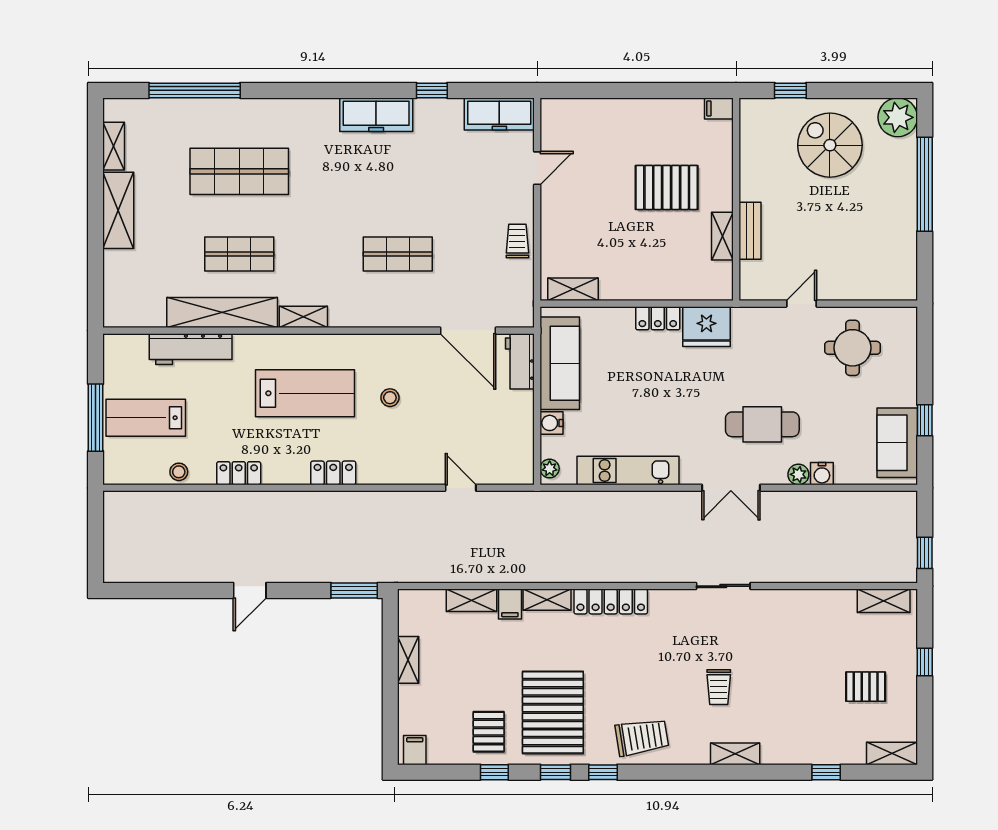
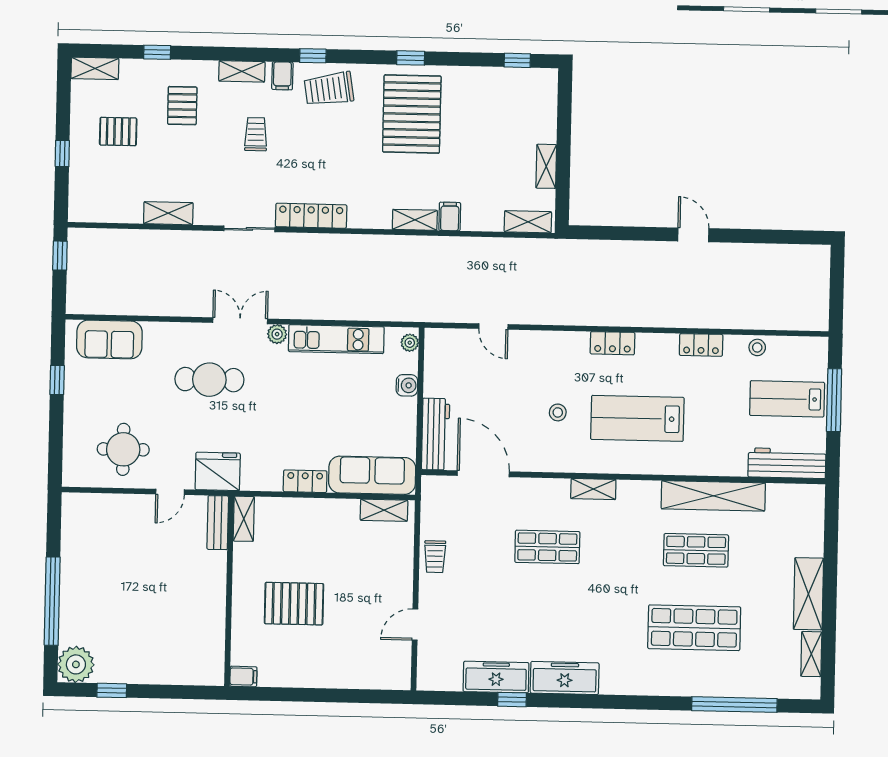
window: (790, 90) -> (112, 690), moved
freezer: (499, 114) -> (496, 677), moved
spiral stairs: (830, 145) -> (140, 640), removed
bench: (750, 231) -> (218, 523), moved
shelving: (722, 236) -> (244, 519), moved
shelving: (303, 317) -> (593, 489), moved
fridge: (706, 327) -> (218, 471), moved
workbench: (191, 349) -> (787, 463), moved
workbench: (520, 361) -> (435, 434), width x1.38
sofa: (560, 363) -> (372, 475), moved, turned 90
lab bench: (146, 418) -> (787, 399), turned 180
sofa: (897, 443) -> (109, 339), moved, turned 90
plant: (798, 474) -> (277, 334), moved
water cooler: (822, 474) -> (155, 332), removed
door: (250, 590) -> (693, 235), hinge flipped
window: (354, 590) -> (595, 233), removed
shelving: (472, 600) -> (528, 222), moved
locker: (611, 601) -> (311, 216), moved
shelving: (884, 601) -> (168, 213), moved
pallet: (489, 732) -> (182, 106), moved
filing cabinet: (415, 750) -> (282, 76), moved
window: (494, 772) -> (517, 60), moved
window: (603, 772) -> (313, 56), moved

